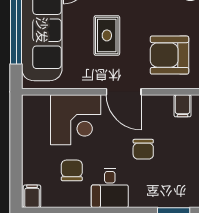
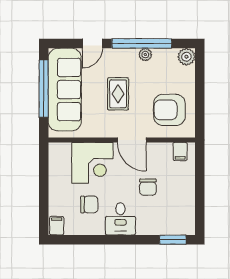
chair: (72, 170) -> (89, 204), turned 90

